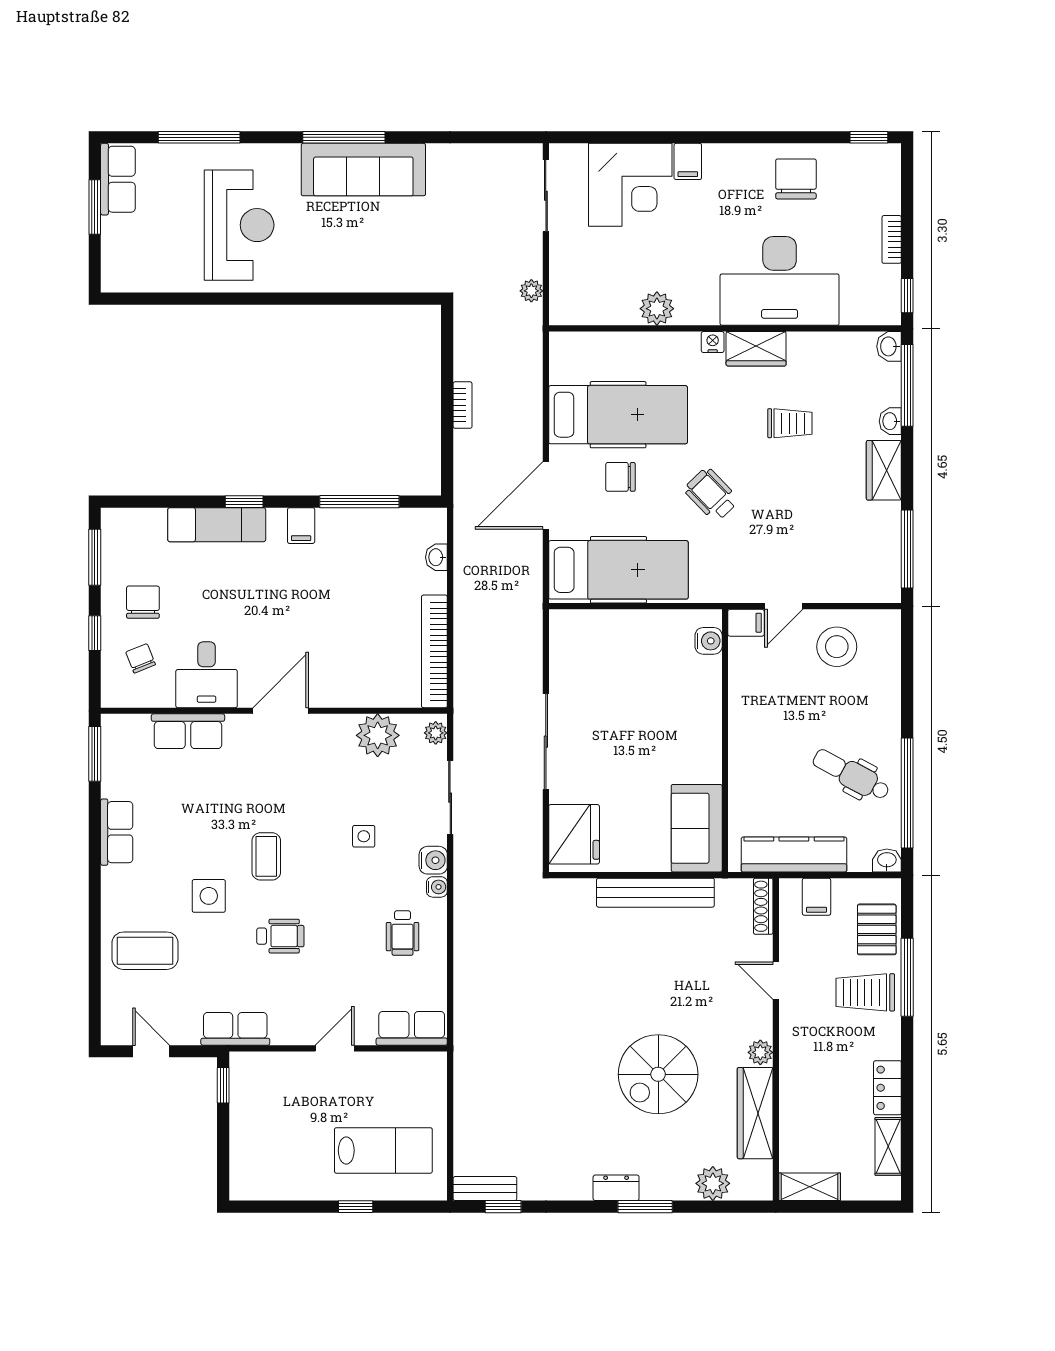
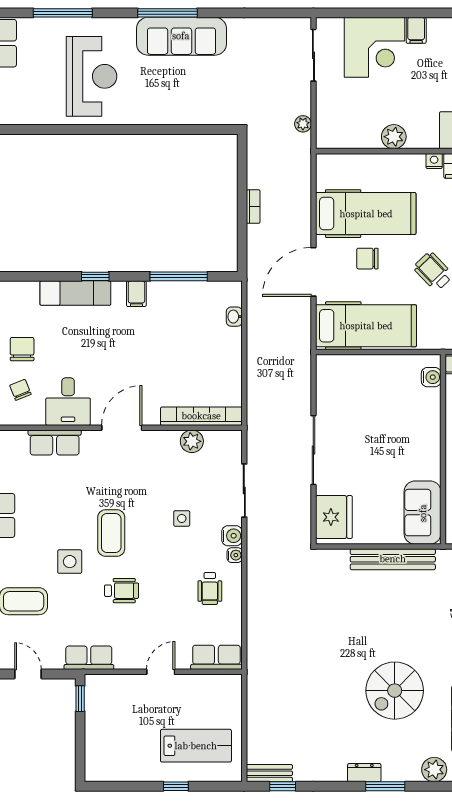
bookcase: (434, 651) -> (201, 416), moved, turned 90
plant: (436, 733) -> (234, 444), removed
plant: (378, 735) -> (192, 441), width x0.73, depth x0.73
coffee table: (266, 856) -> (111, 533), width x1.36, depth x1.30

